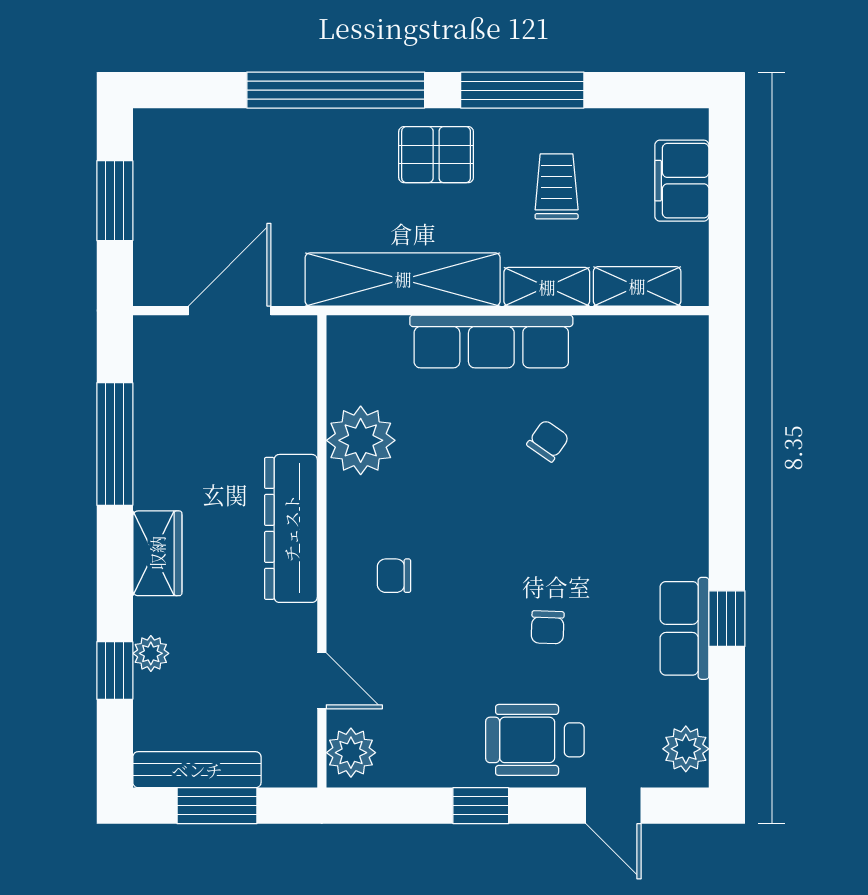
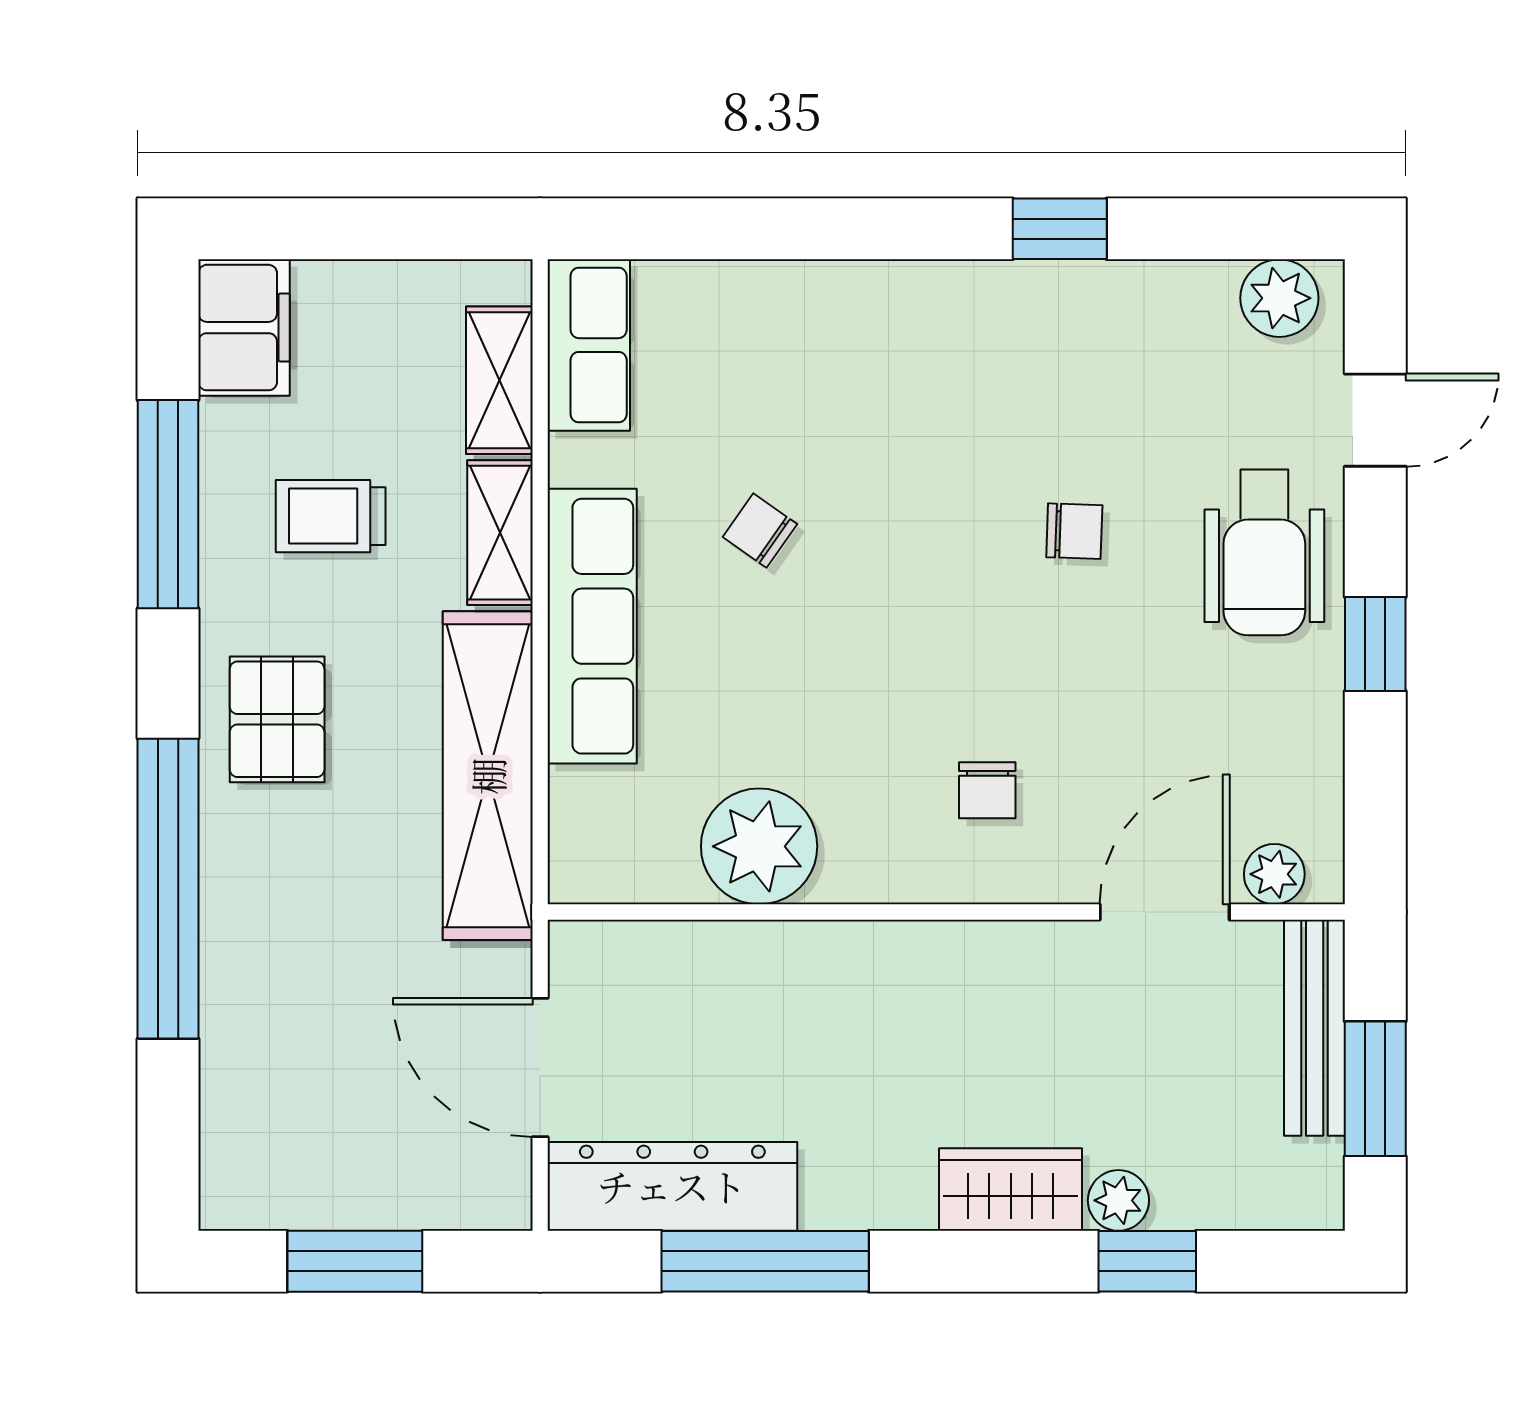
window: (522, 90) -> (168, 504), moved
filing cabinet: (682, 181) -> (244, 328), moved, turned -90
dresser: (291, 528) -> (672, 1186), moved, turned 180
wardrobe: (157, 553) -> (1011, 1189), moved
row of seats: (685, 628) -> (589, 345), moved, turned -90
door: (322, 681) -> (1165, 912), width x1.38
plant: (351, 753) -> (1274, 874), width x0.73, depth x0.73
bench: (197, 770) -> (1315, 1028), moved

